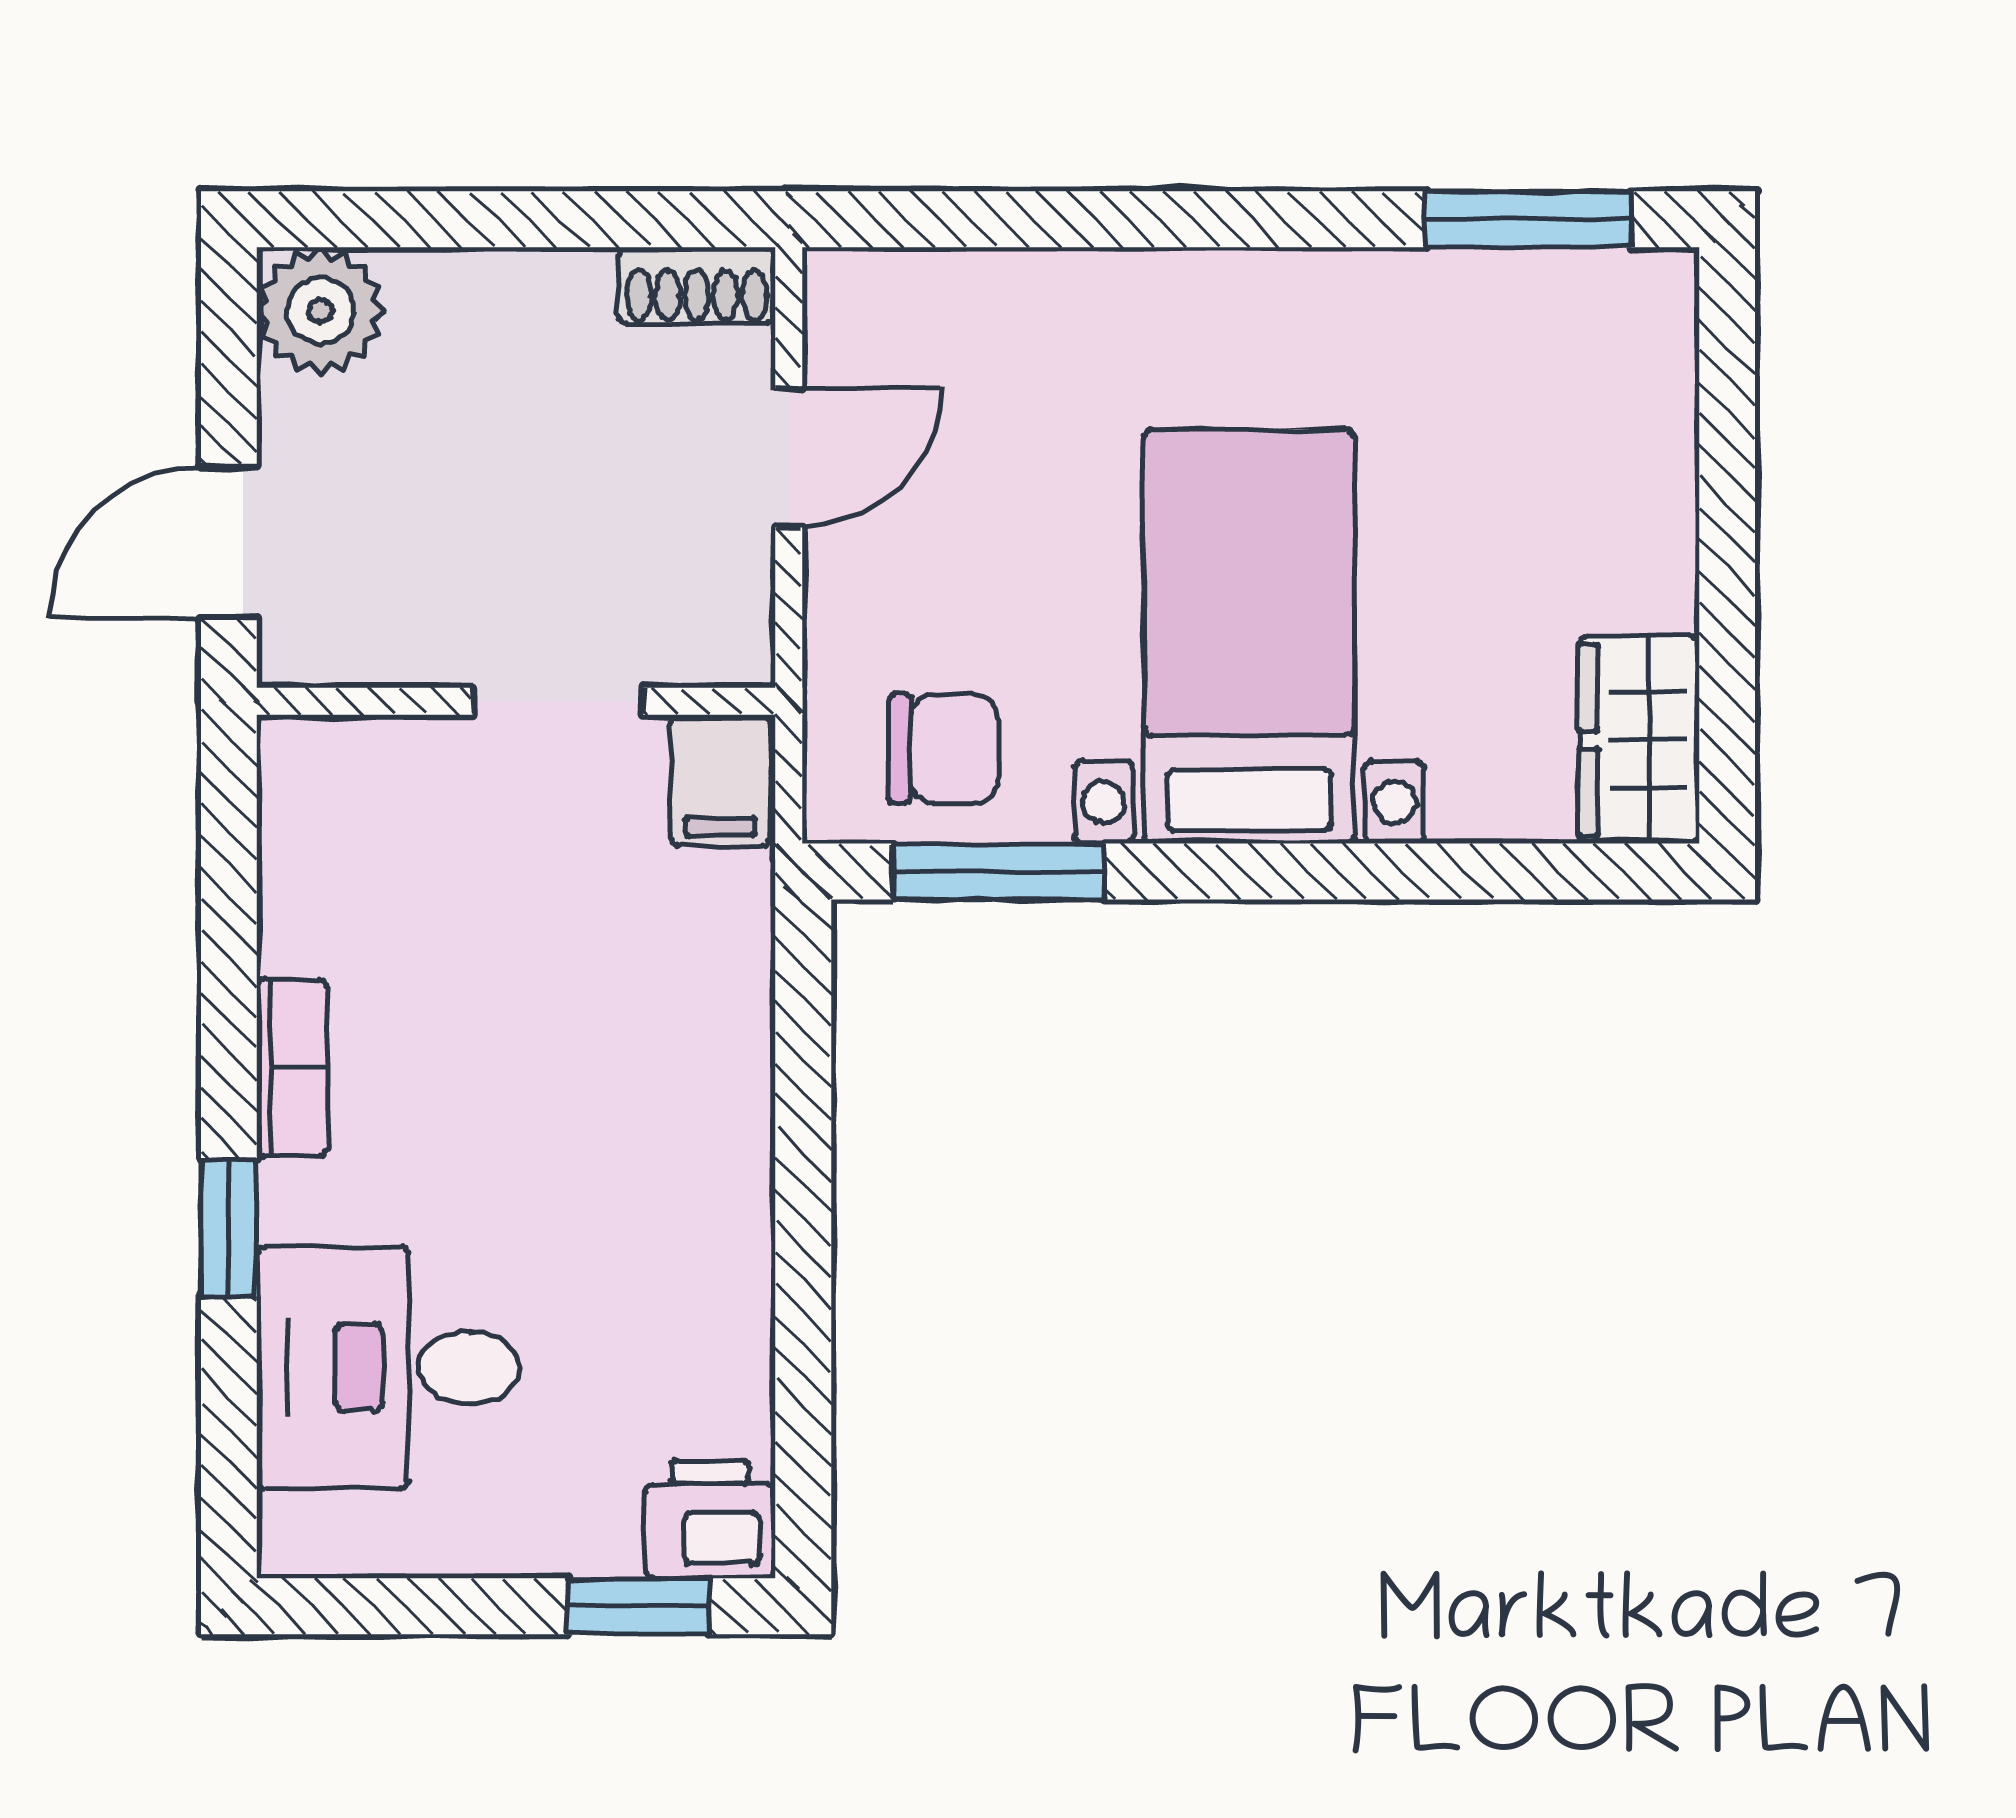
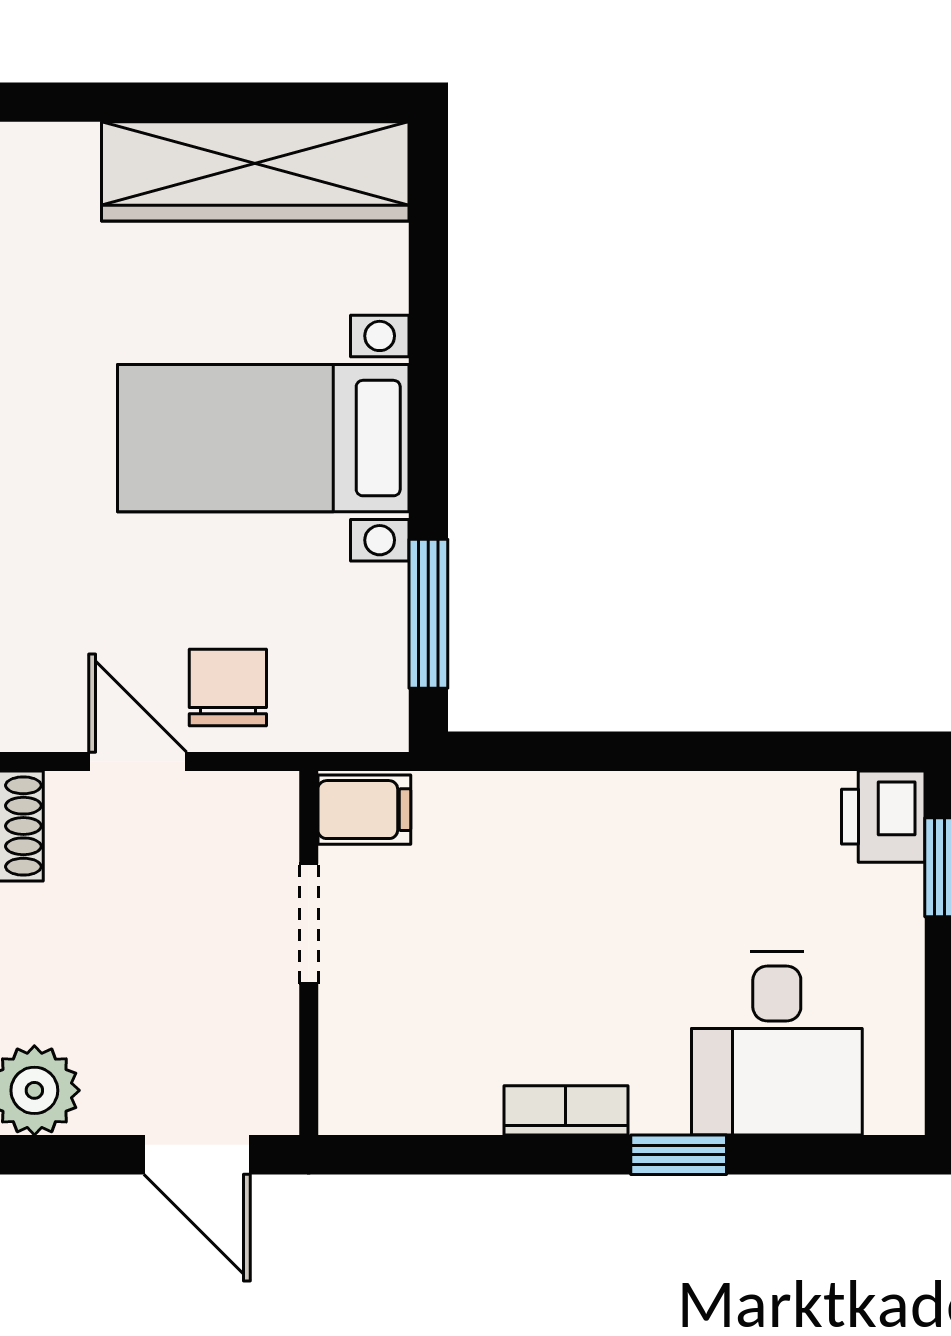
wardrobe: (1639, 740) -> (255, 171), width x2.10, depth x1.17
chair: (944, 749) -> (228, 688), moved

